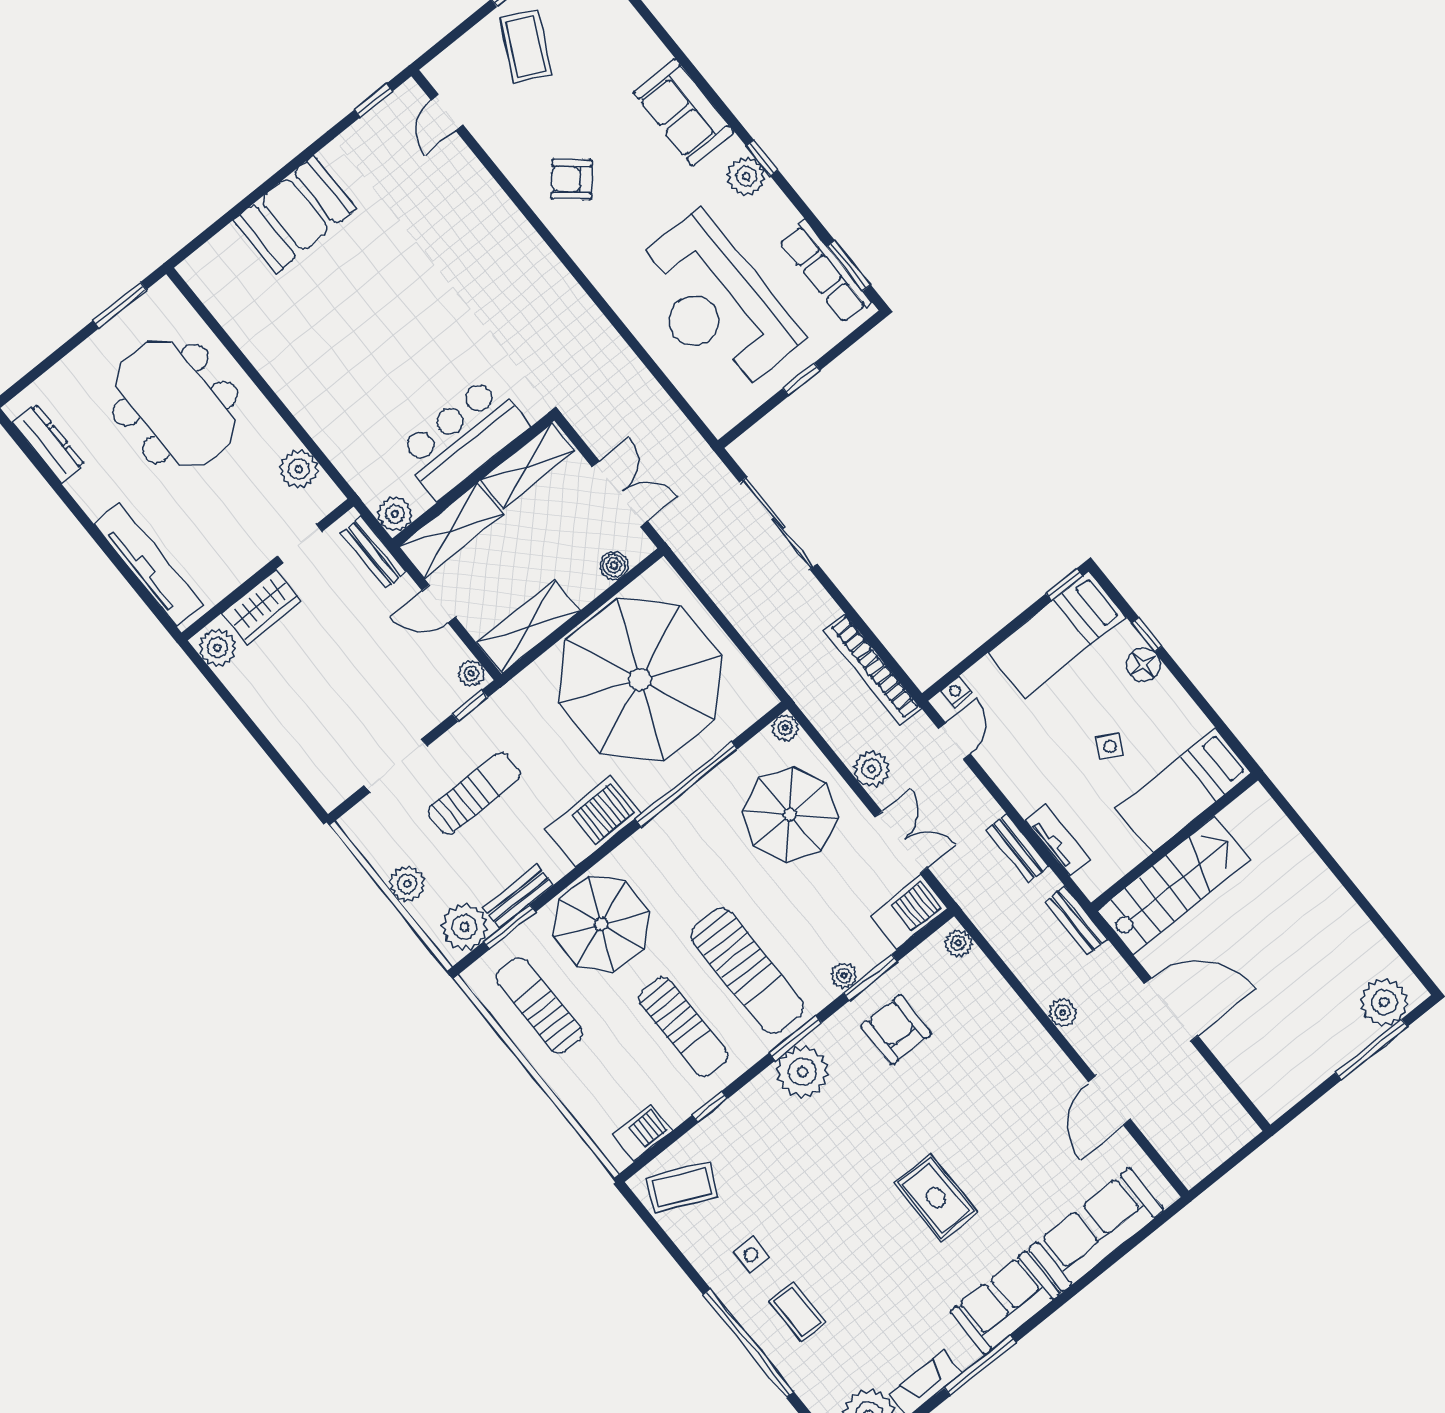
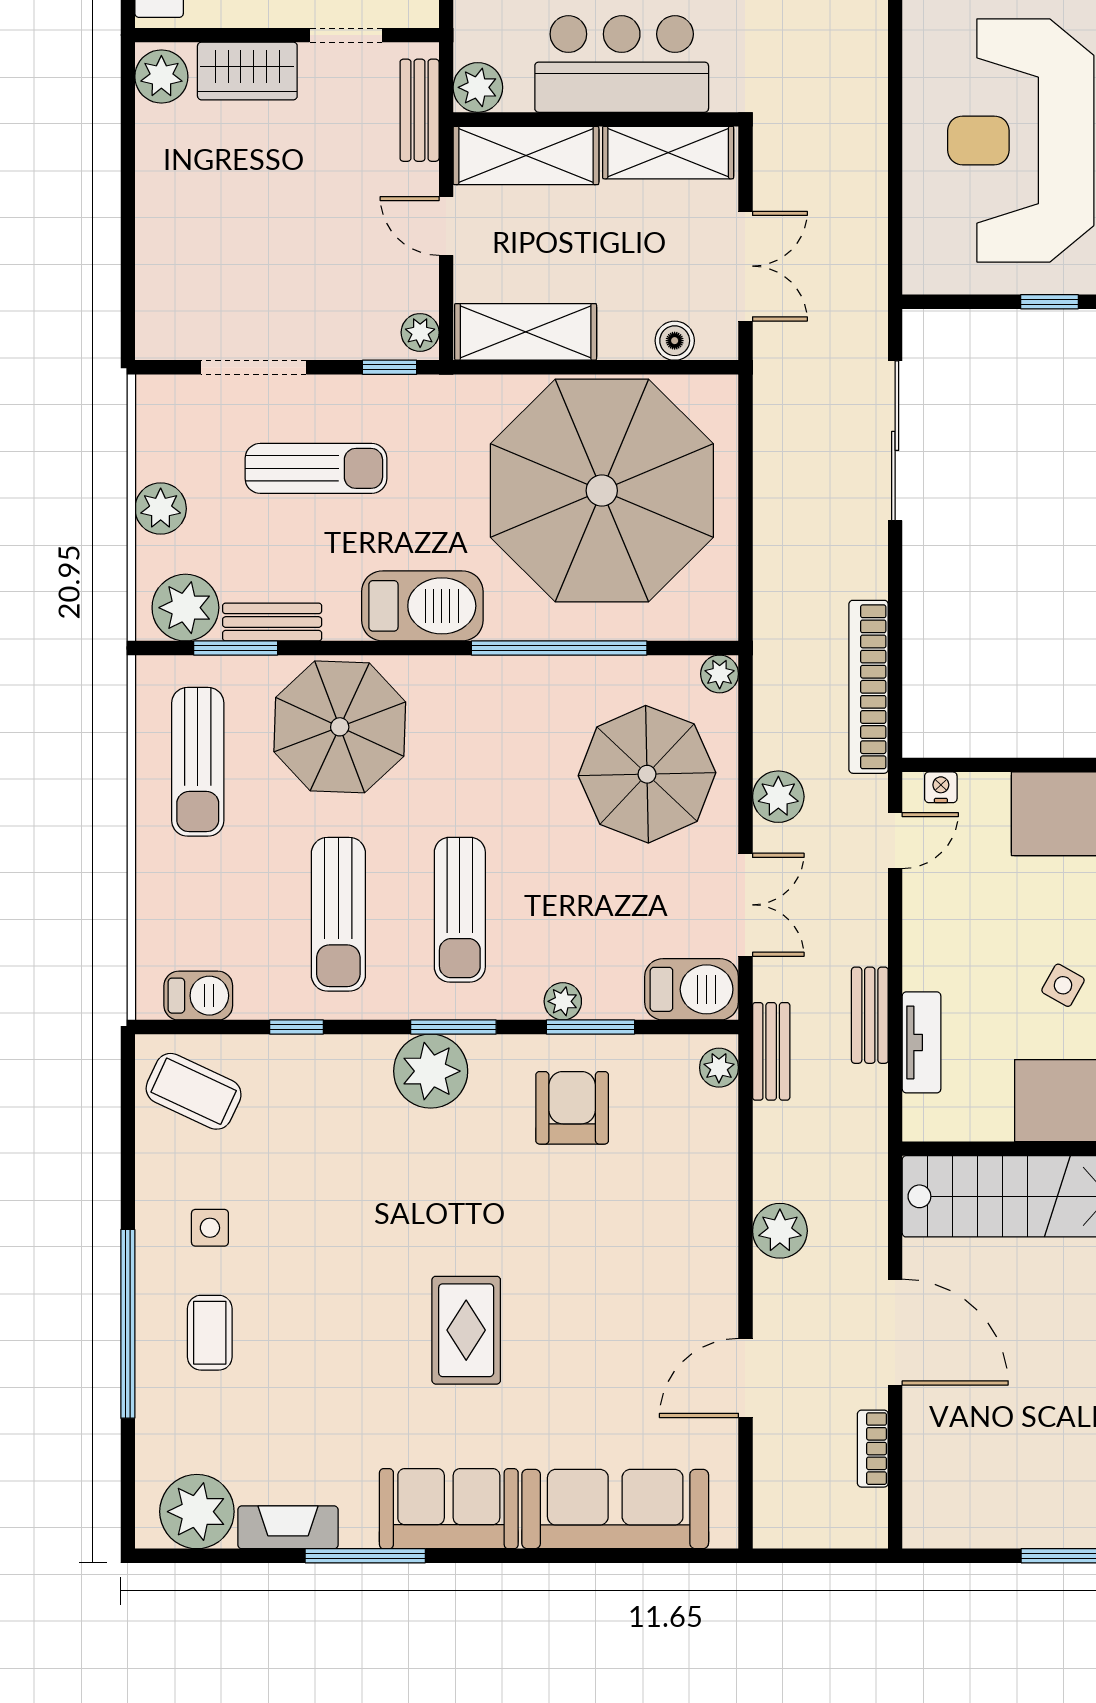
bench: (1076, 921) -> (771, 1051), moved
sun lounger: (747, 971) -> (460, 910), width x0.73, depth x0.75
sun lounger: (539, 1006) -> (198, 762), turned 180
plant: (1063, 1013) -> (780, 1231), width x1.38, depth x1.38
bookcase: (1210, 1083) -> (873, 1449), added

